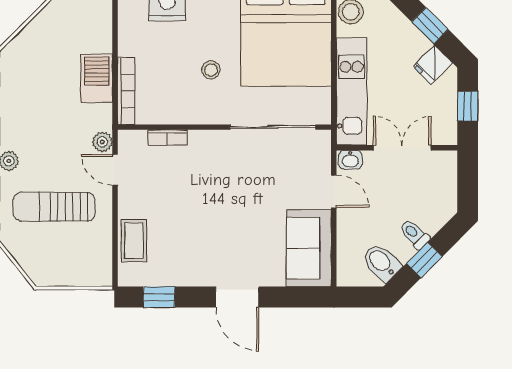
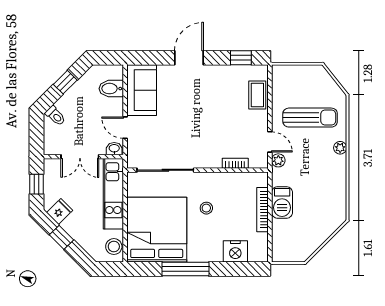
bookcase: (126, 91) -> (263, 210), moved
toilet: (414, 234) -> (55, 116), moved
bidet: (381, 262) -> (111, 89), moved, turned 135
door: (237, 297) -> (189, 58), hinge flipped

